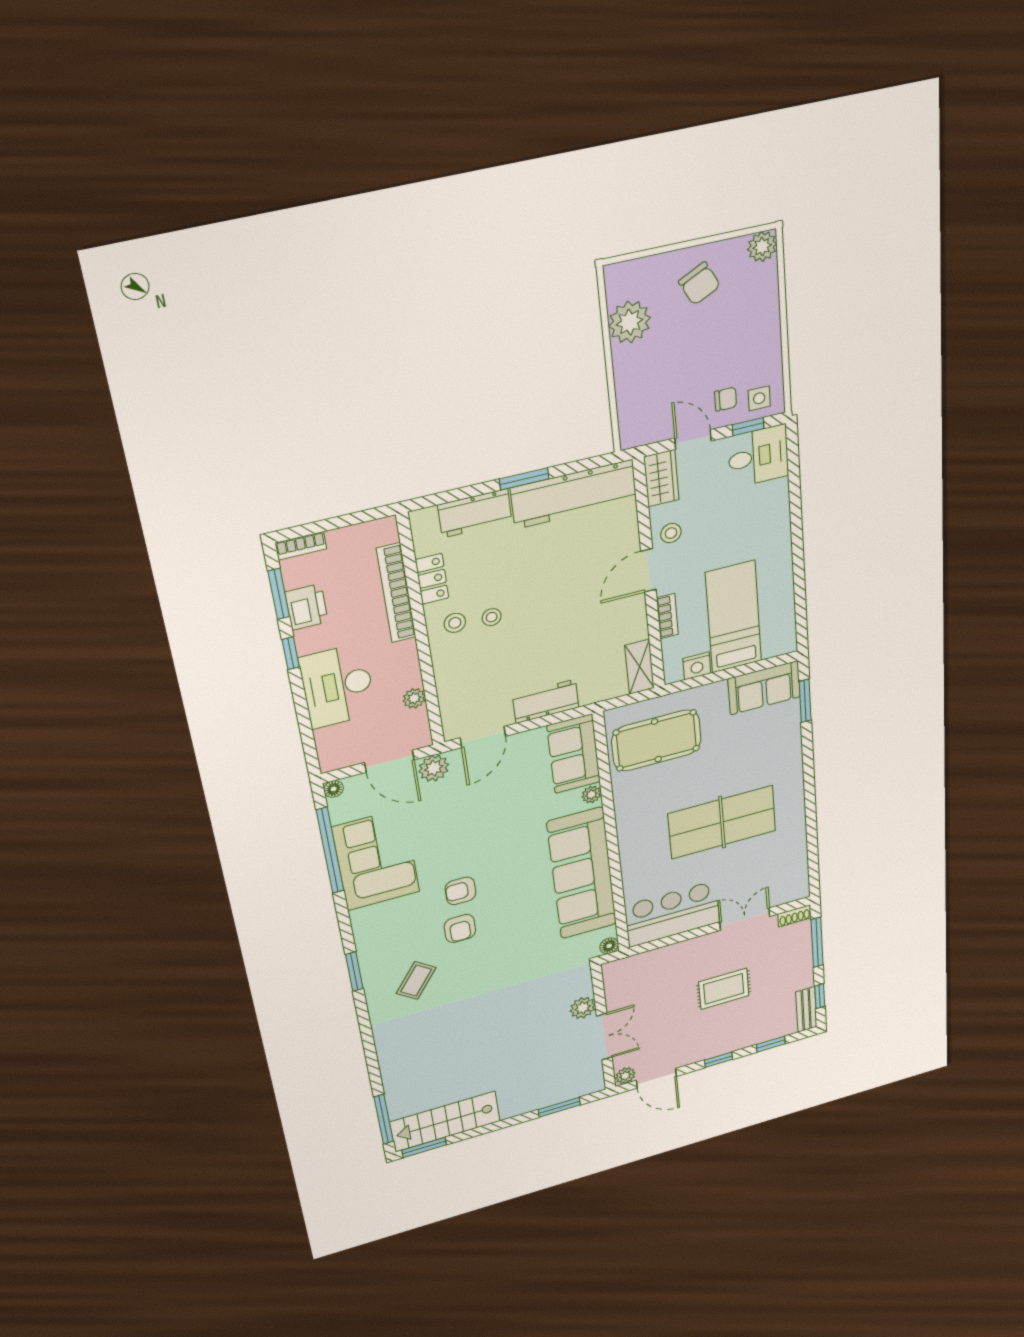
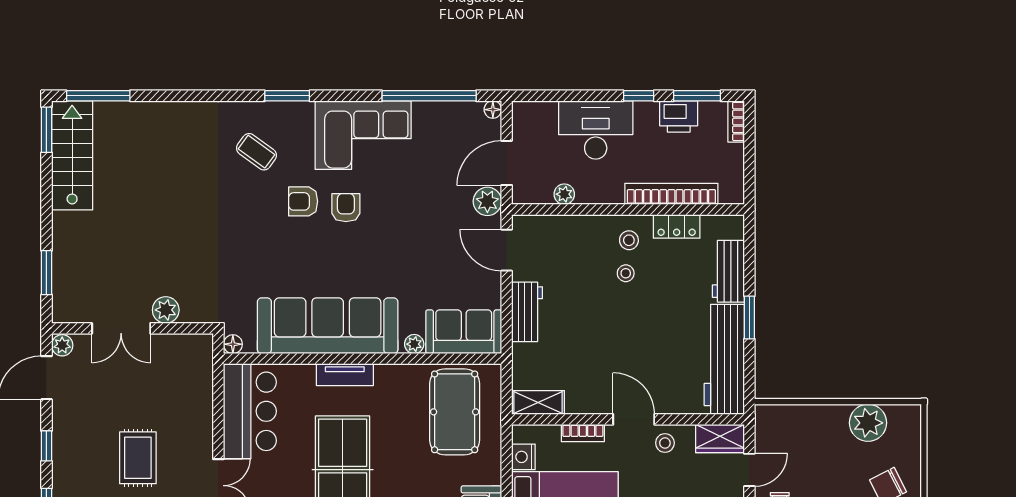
tv unit: (629, 846) -> (345, 375), added
corner sofa: (376, 860) -> (363, 135), moved

